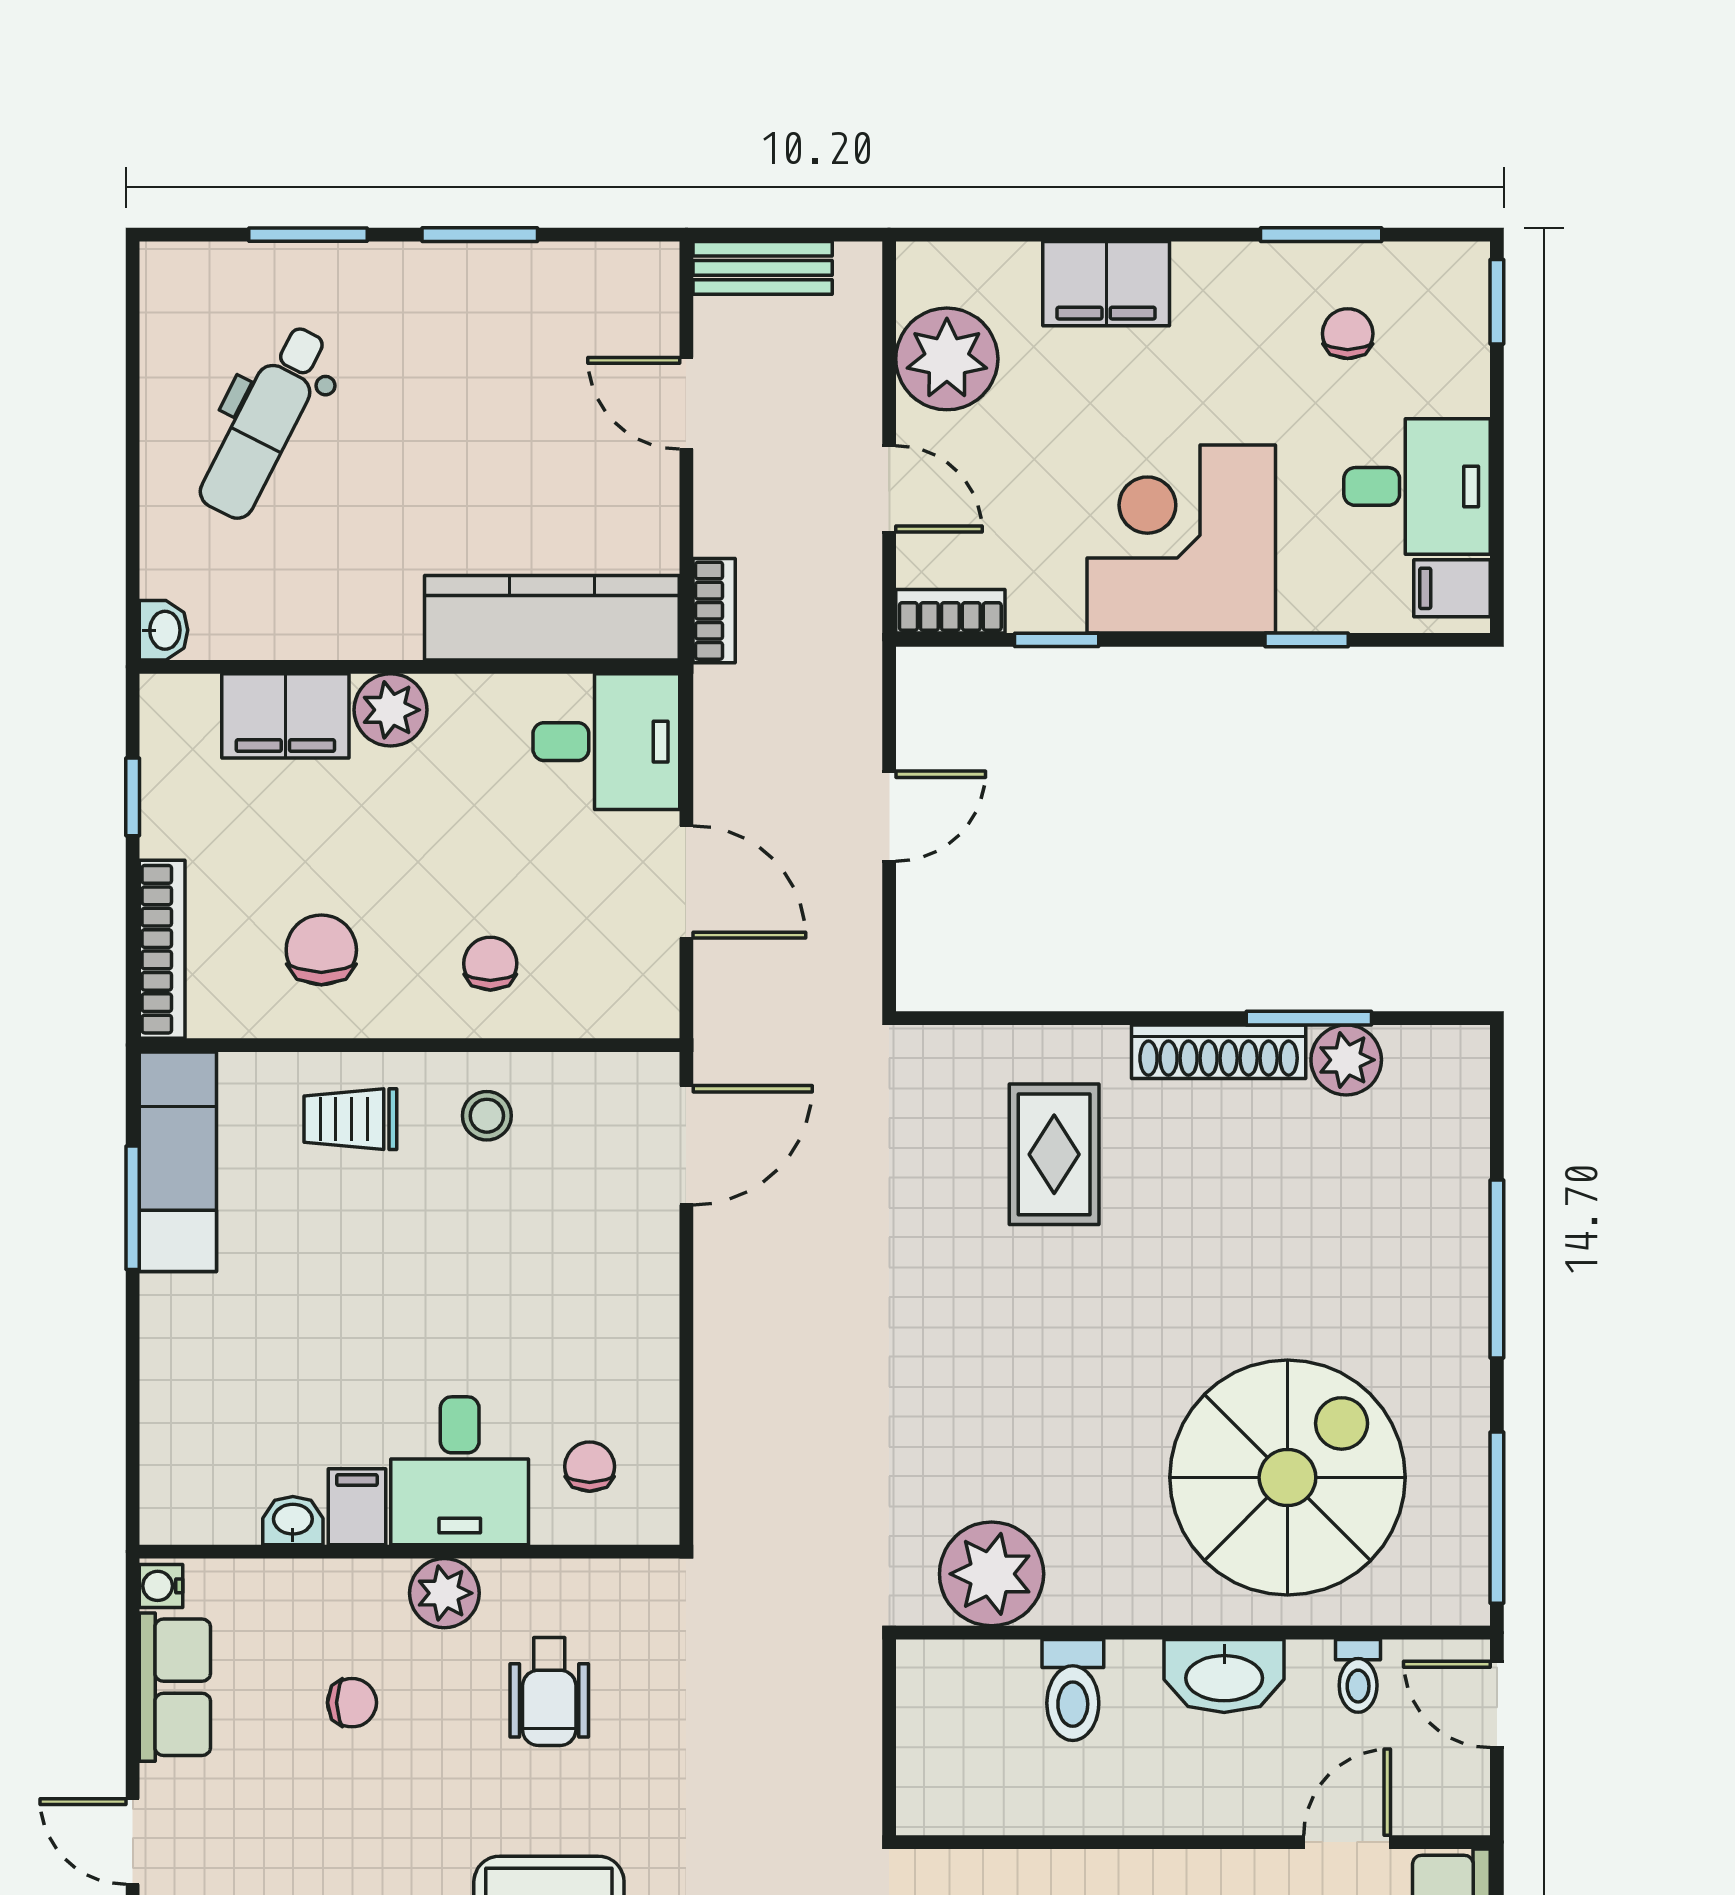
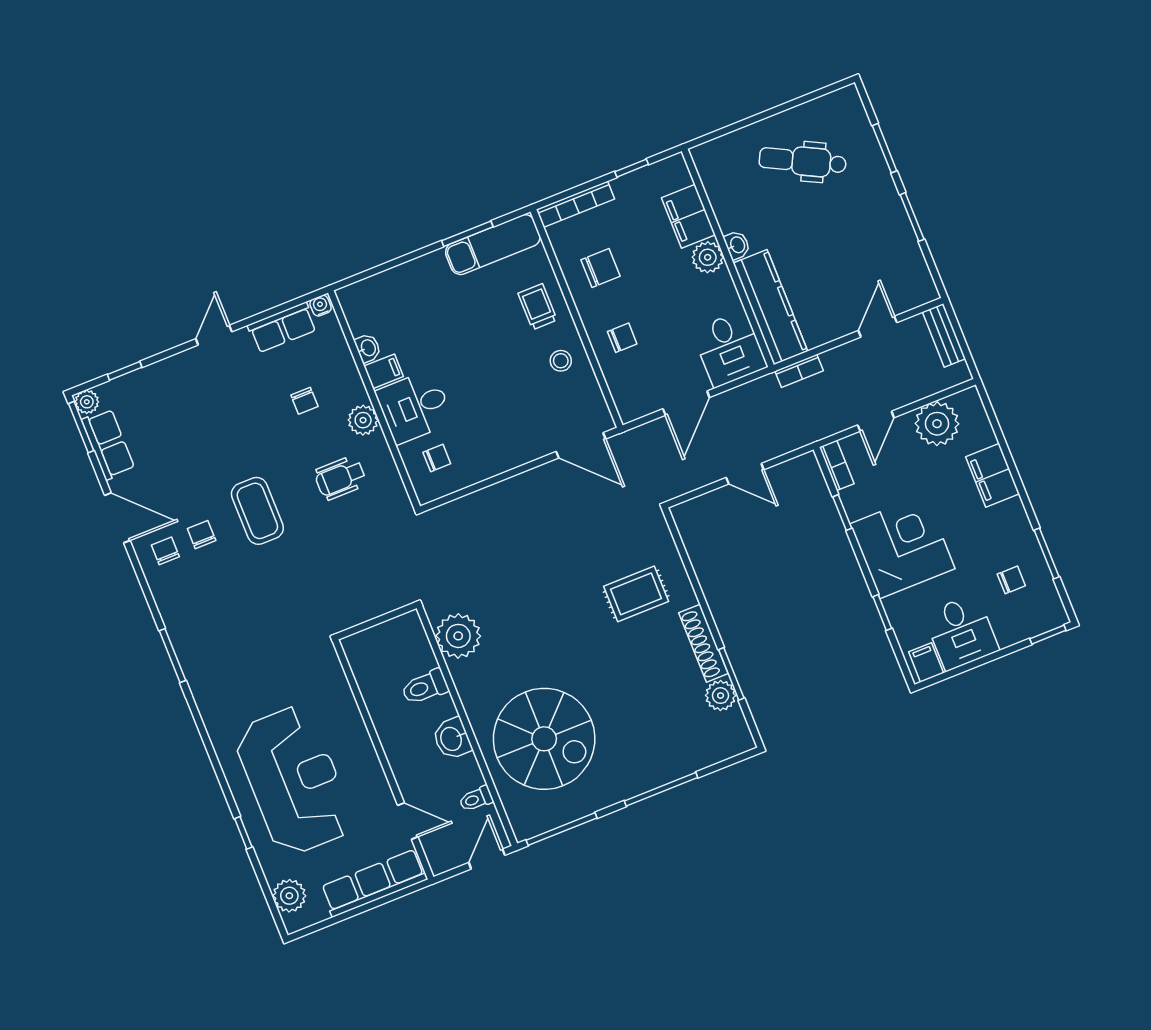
washbasin: (164, 630) -> (737, 245), moved, turned -90
washbasin: (1224, 1676) -> (452, 739), width x0.72

